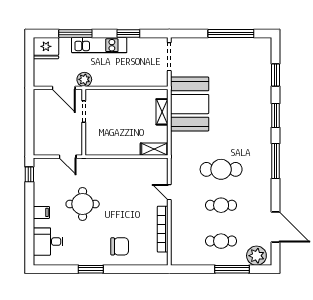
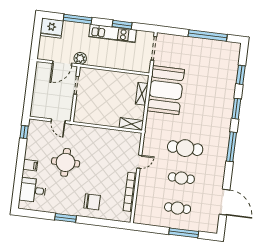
kitchen unit: (99, 45) -> (113, 33), moved
door: (64, 88) -> (62, 63), hinge flipped
door: (169, 192) -> (139, 162), swing flipped
plant: (256, 256) -> (206, 224), removed

